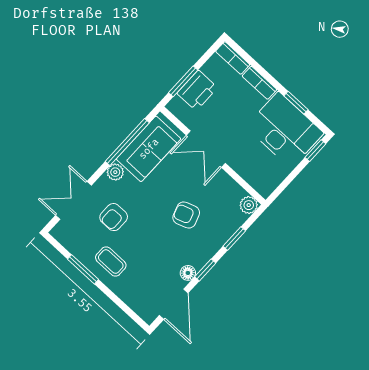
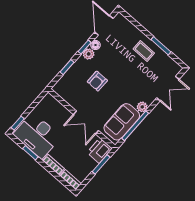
printer: (197, 90) -> (100, 150), moved
double door: (206, 149) -> (86, 122), swing flipped
plant: (249, 205) -> (89, 54), moved
armchair: (186, 215) -> (97, 81), turned 109
armchair: (114, 217) -> (143, 79), removed

